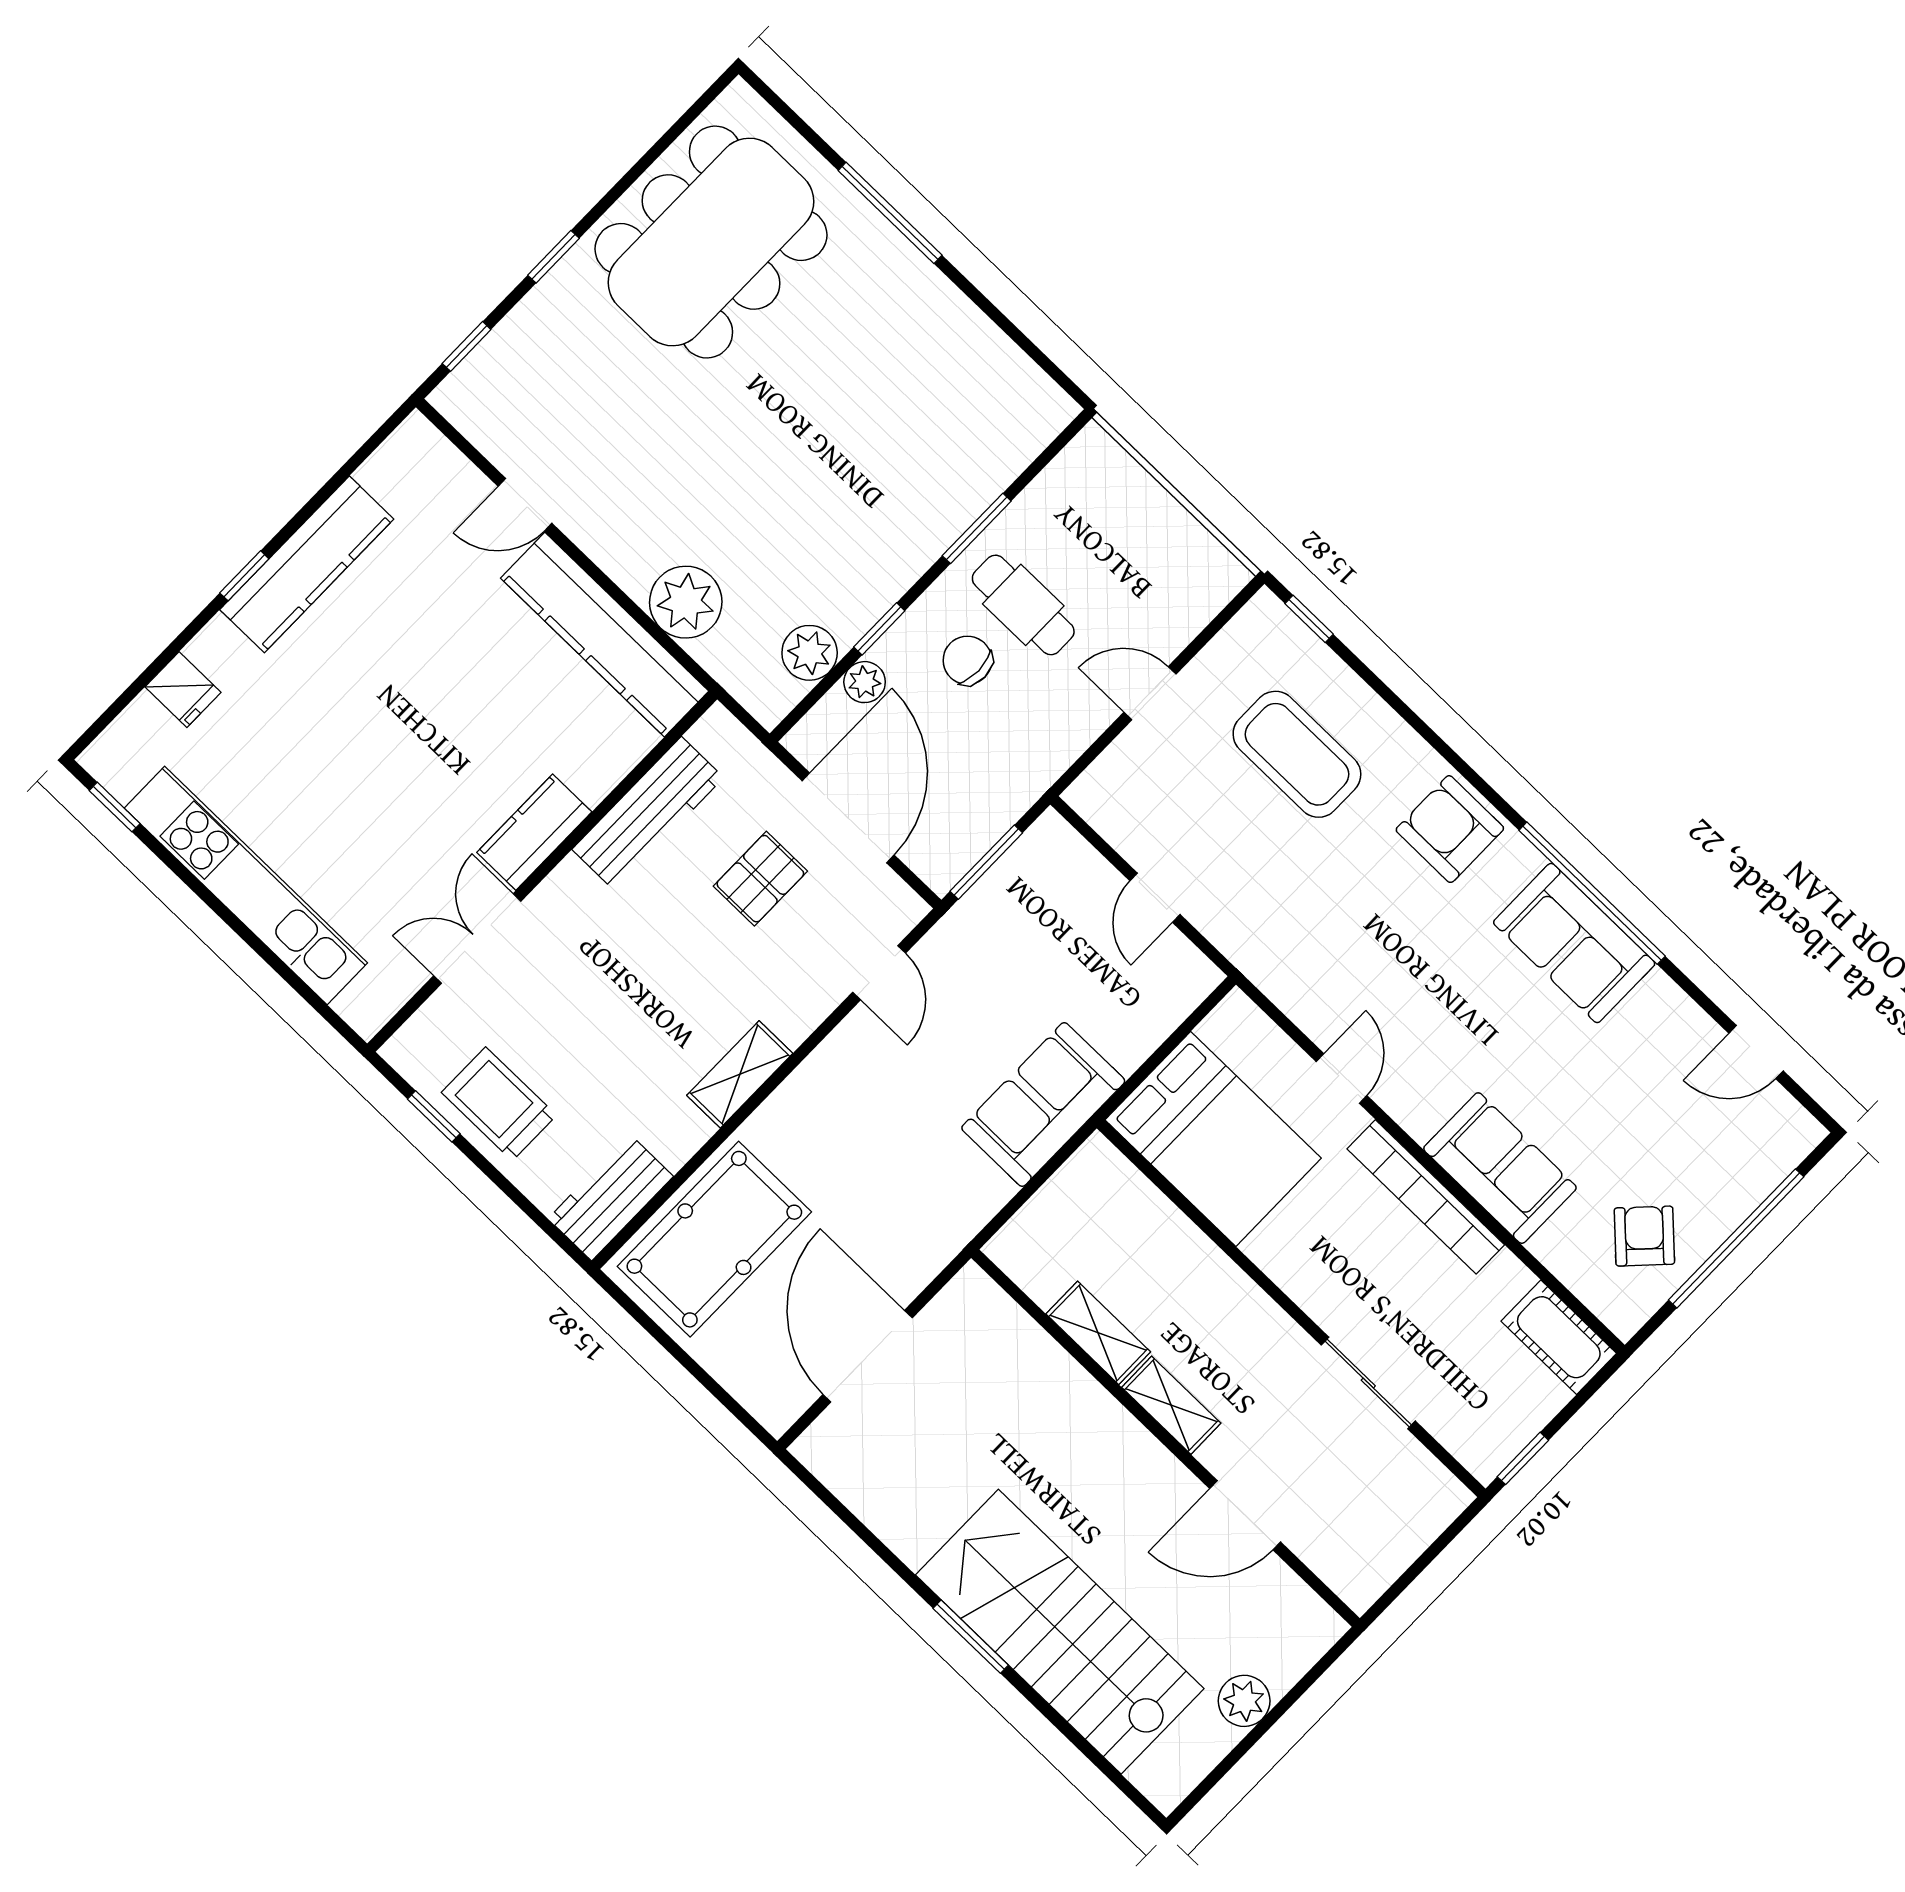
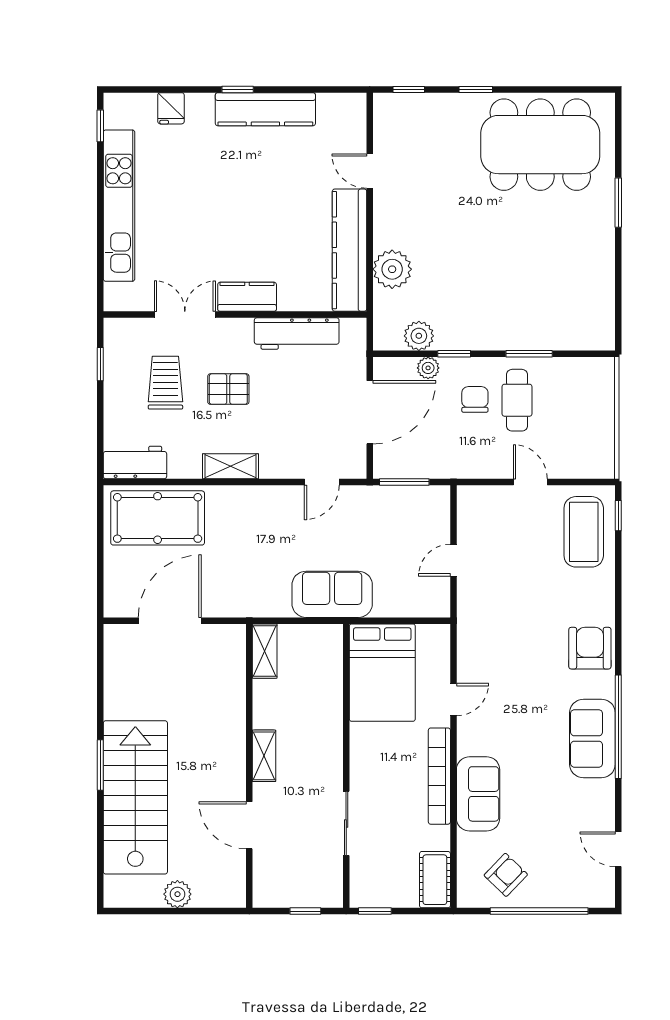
window: (890, 213) -> (618, 203), width x0.69
coffee table: (1297, 754) -> (584, 532), moved
pallet: (760, 879) -> (228, 389), moved
trolley: (499, 1104) -> (165, 383), moved
shelving: (1098, 1333) -> (265, 651), moved
window: (1433, 1552) -> (305, 911), added

